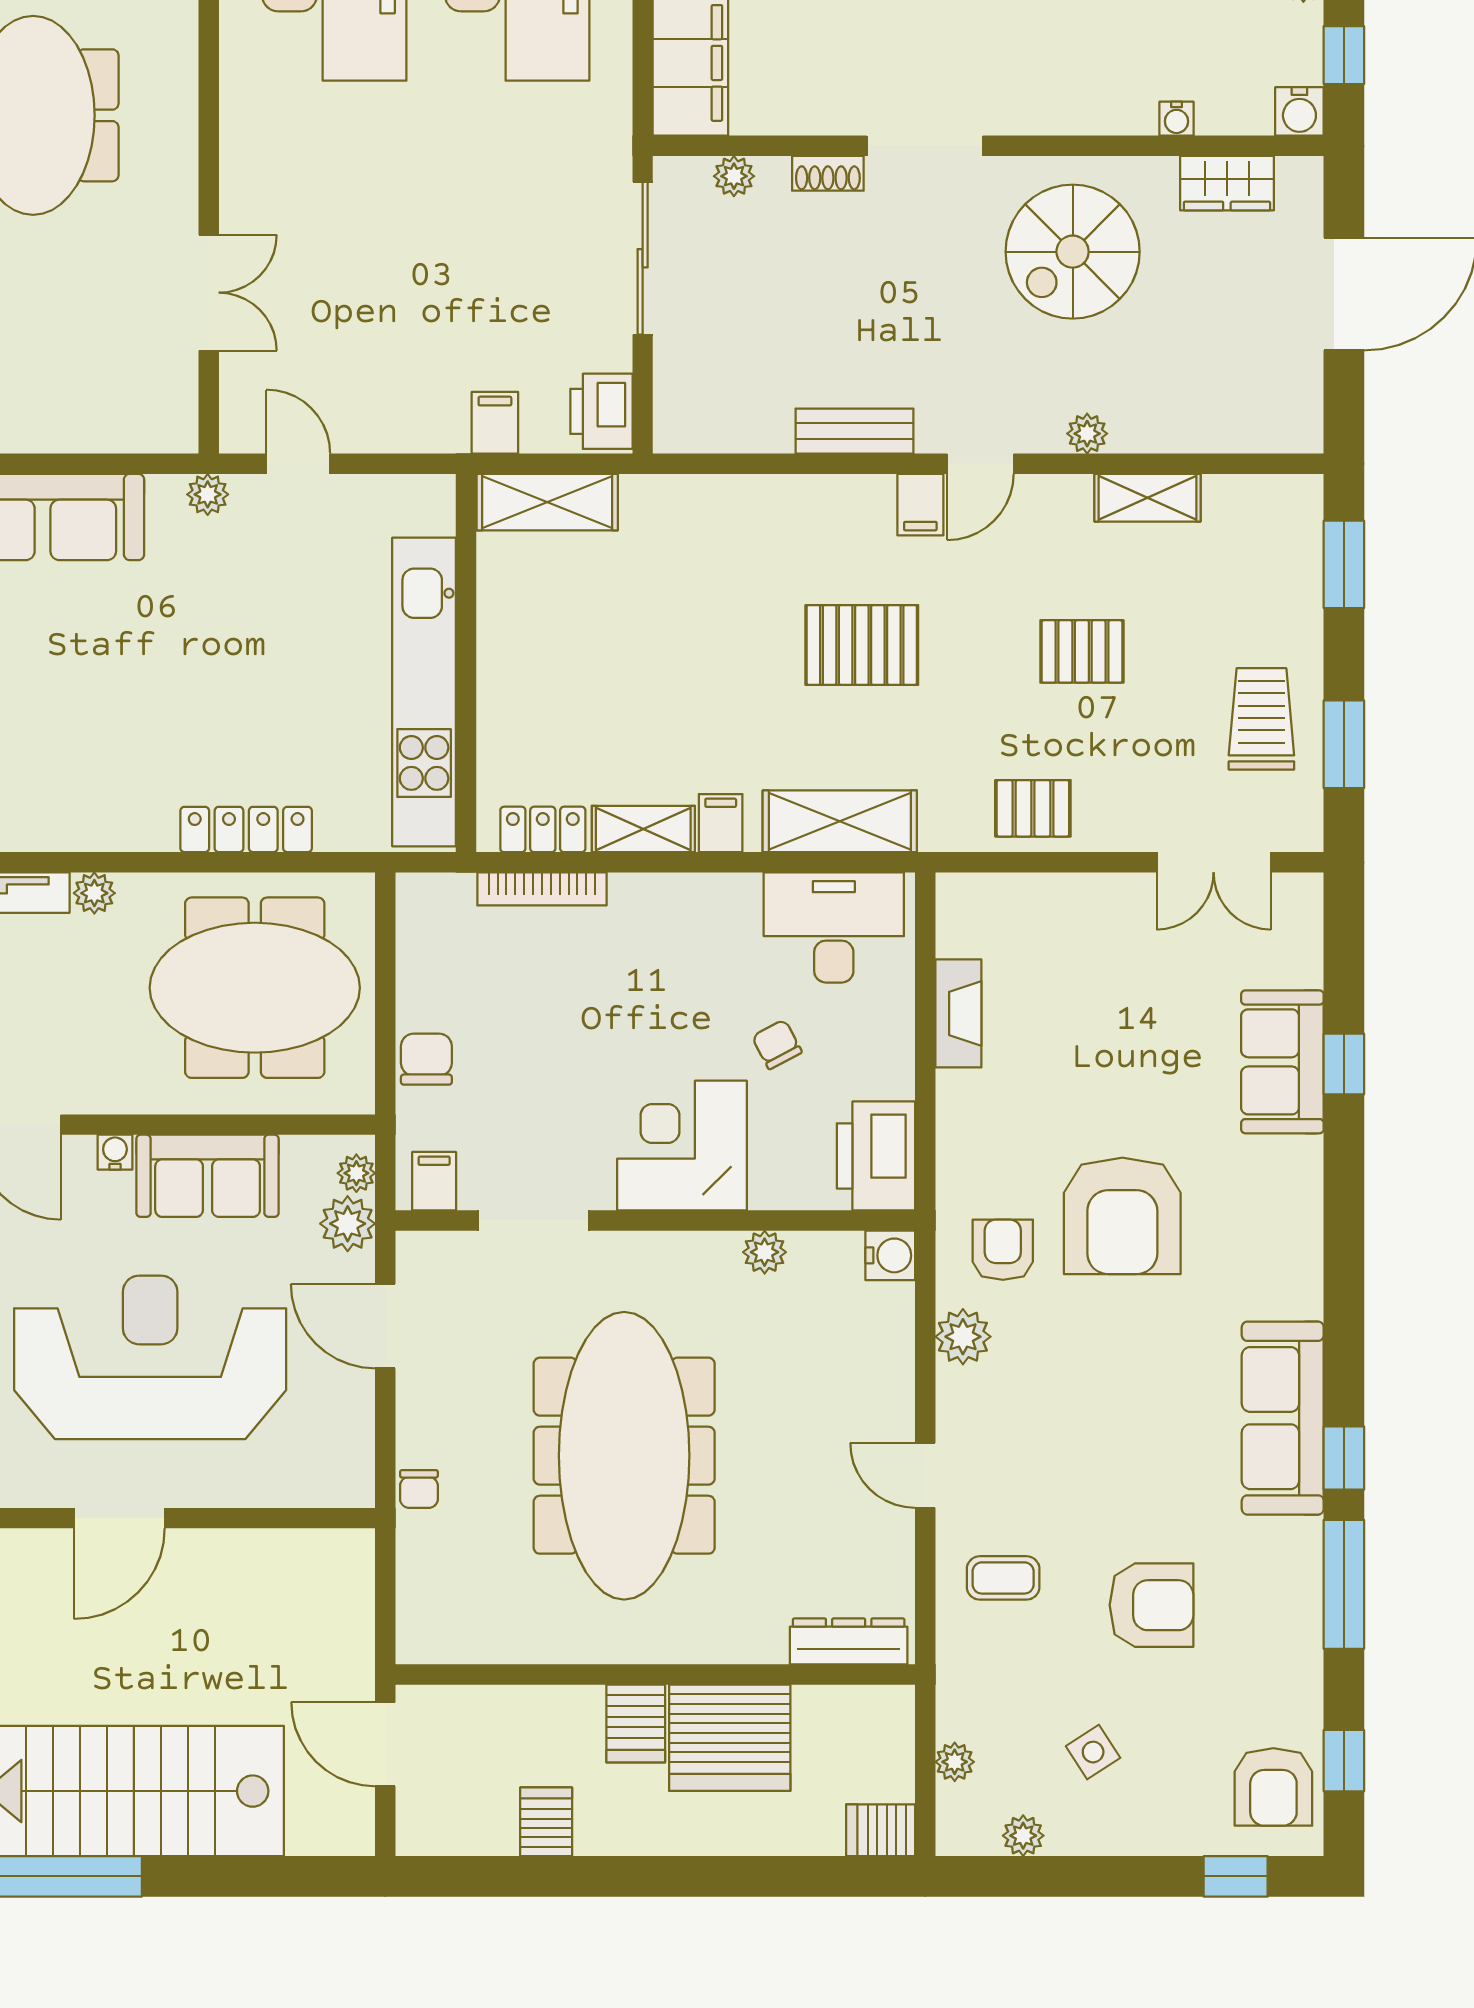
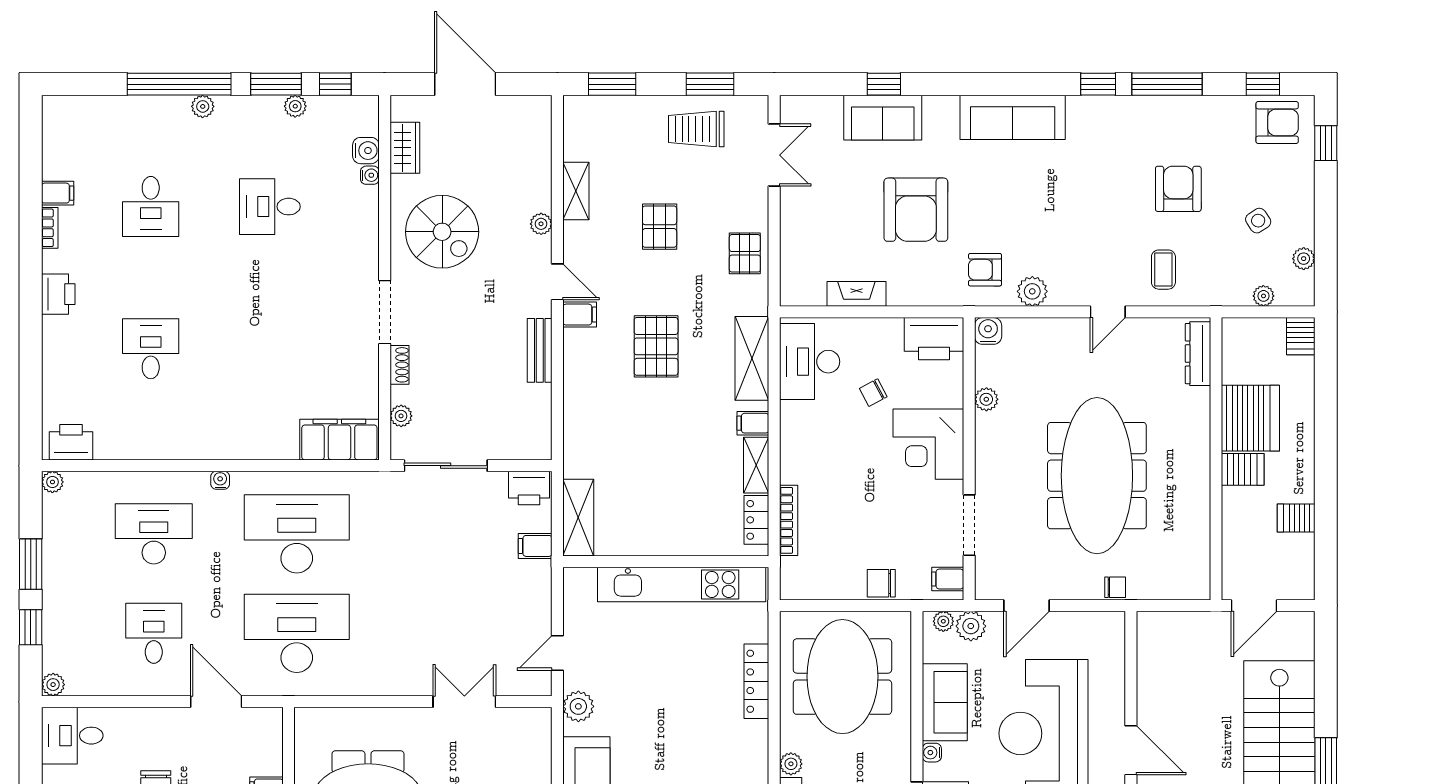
water cooler: (1299, 111) -> (366, 151), moved
plant: (208, 494) -> (578, 706), width x1.38, depth x1.38
armchair: (1122, 1216) -> (916, 210), moved, turned 90
sofa: (1283, 1418) -> (1013, 117), moved
meeting table: (624, 1456) -> (1097, 476), turned 90

